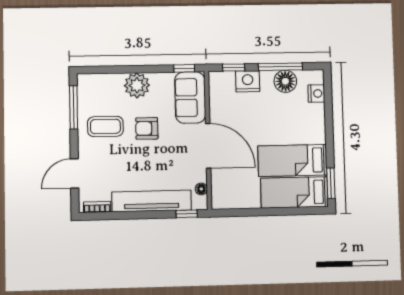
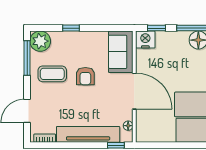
window: (184, 68) -> (71, 28), moved
nightstand: (248, 81) -> (145, 40), moved
plant: (137, 85) -> (40, 41), moved
armchair: (147, 128) -> (85, 76), turned -90

